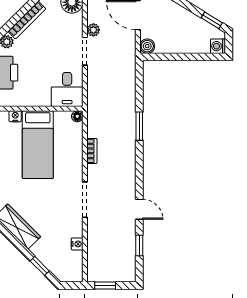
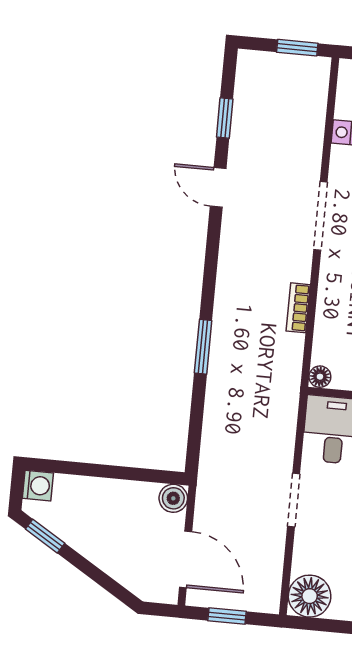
plant: (93, 30) -> (274, 539), removed

